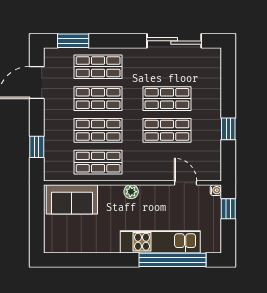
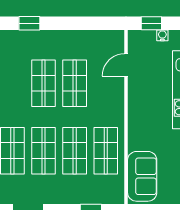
window: (228, 129) -> (29, 23), moved
water cooler: (216, 190) -> (162, 35), moved
plant: (131, 192) -> (135, 118), removed

